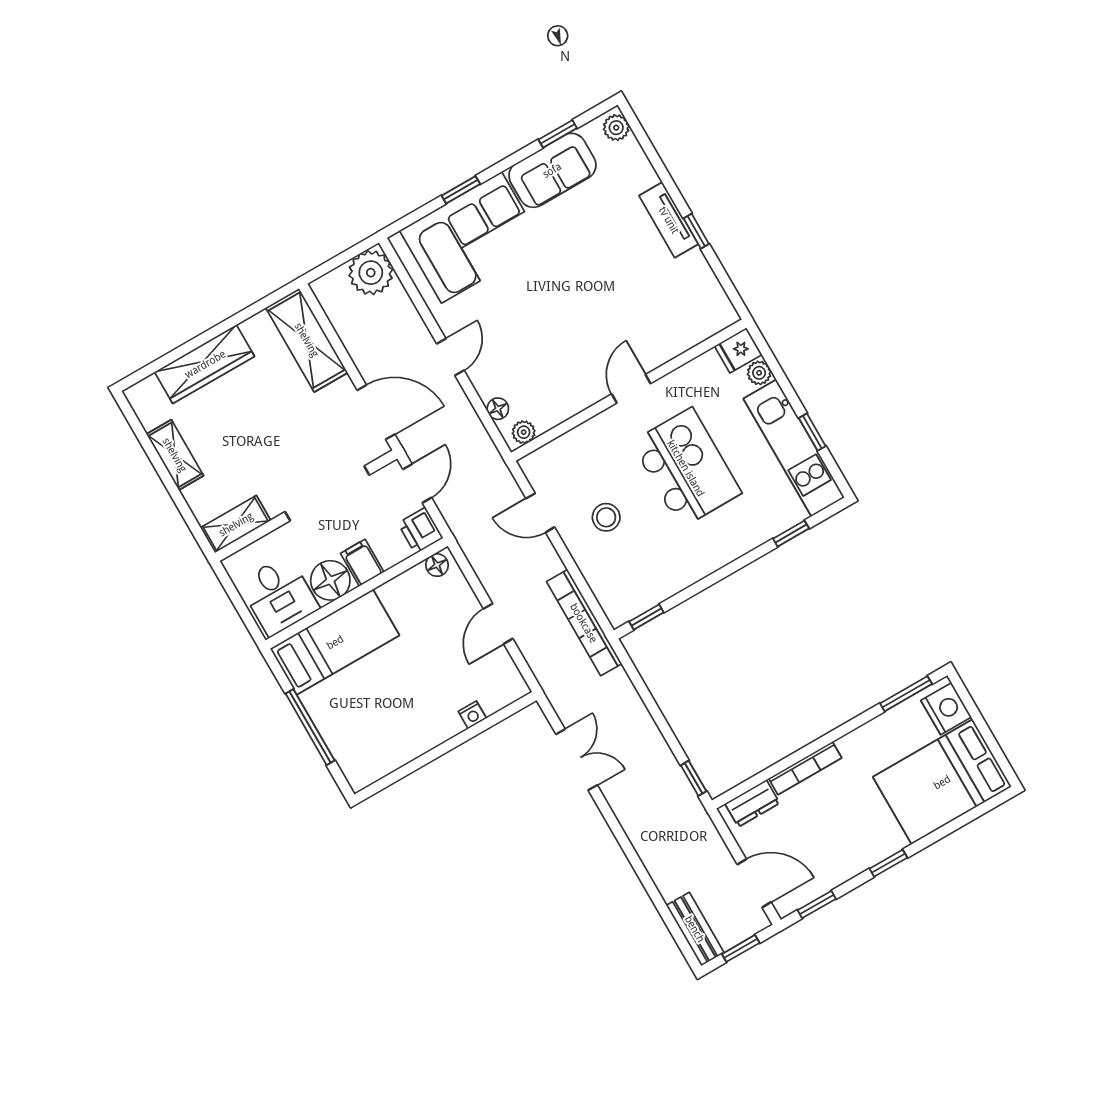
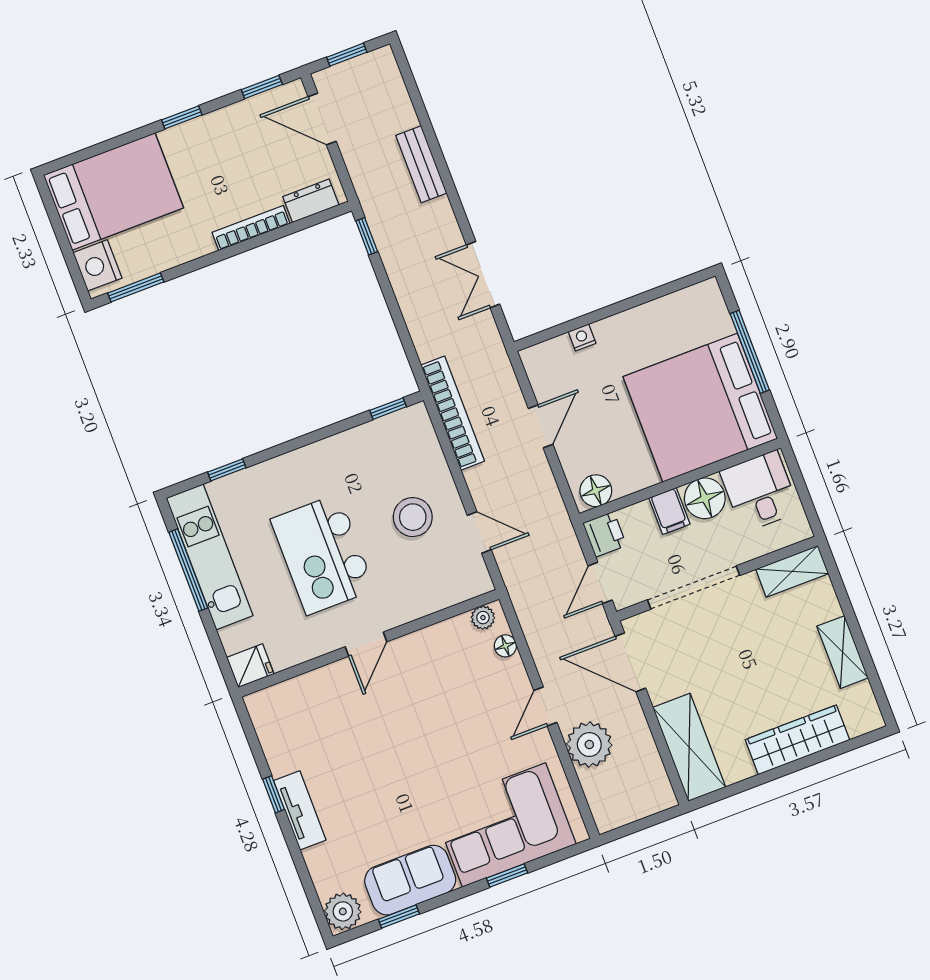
plant: (616, 128) -> (343, 911), width x1.38, depth x1.38
plant: (371, 273) -> (589, 745), moved
plant: (759, 373) -> (233, 639), removed
window: (812, 432) -> (188, 570), width x2.17
stool: (606, 517) -> (413, 517), width x1.38, depth x1.38
floor lamp: (437, 565) -> (596, 491), width x1.37, depth x1.37
bed: (335, 642) -> (700, 408), width x2.04
bench: (695, 929) -> (421, 164), moved

